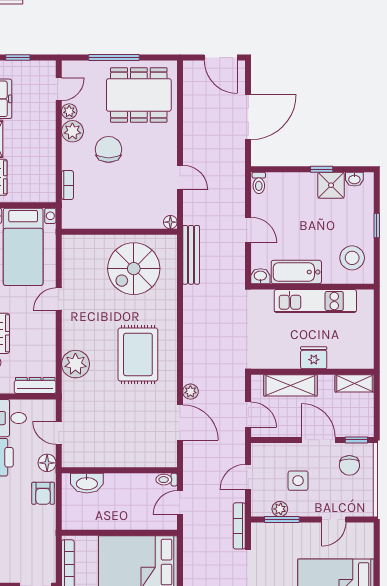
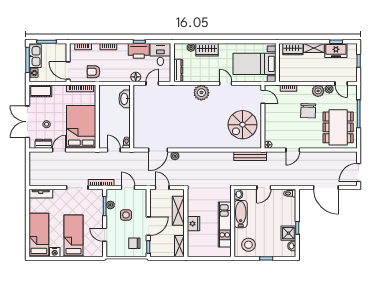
chair: (109, 149) -> (308, 111), turned 92
door: (83, 232) -> (263, 97), added
spiral stairs: (134, 269) -> (243, 125), turned -90
rug: (138, 354) -> (195, 127), removed
plant: (75, 364) -> (201, 93), moved
door: (248, 415) -> (162, 188), swing flipped
armchair: (43, 493) -> (93, 72), moved

